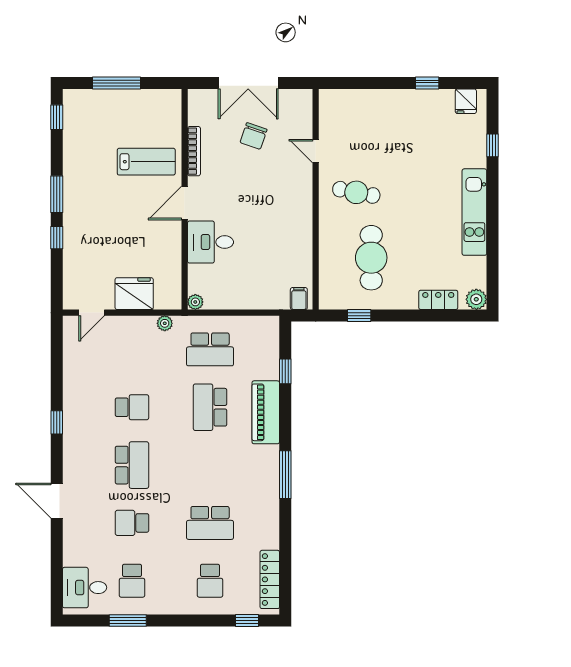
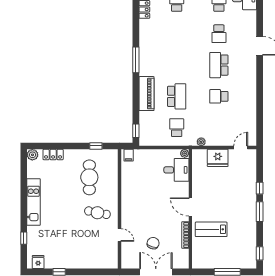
door: (185, 203) -> (190, 207), swing flipped
desk: (210, 242) -> (176, 170), moved
school desk: (210, 349) -> (177, 128), width x0.54
window: (285, 371) -> (136, 131), moved
window: (57, 422) -> (260, 88), removed
school desk: (132, 523) -> (219, 34), turned 90
school desk: (210, 523) -> (177, 34), removed

